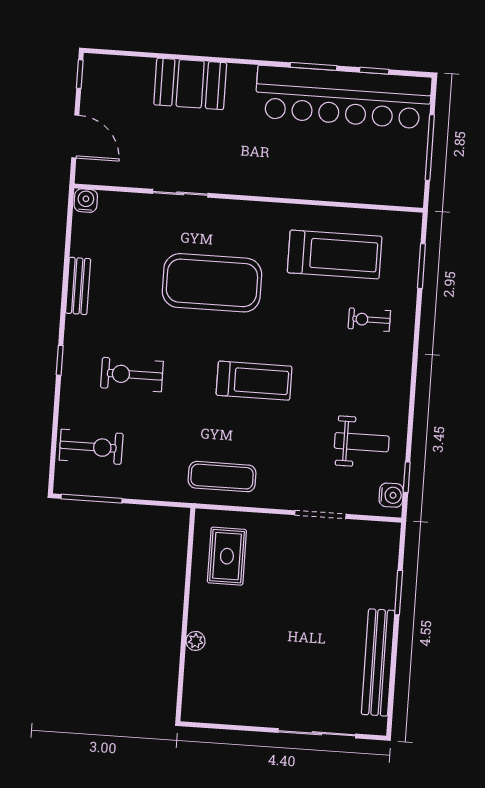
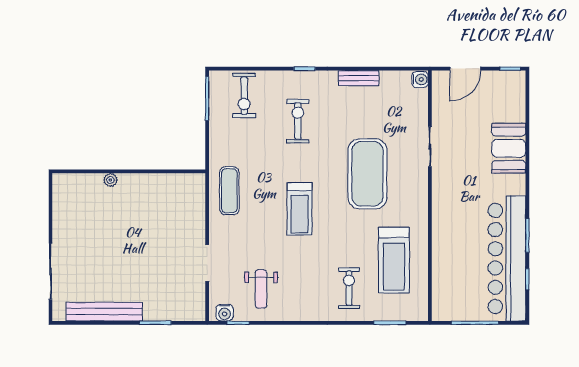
exercise bike: (369, 320) -> (349, 288), width x1.38, depth x1.39
rug: (227, 556) -> (173, 198), removed

